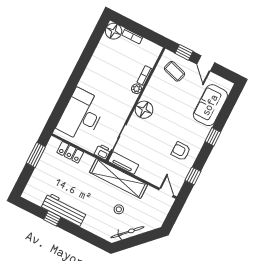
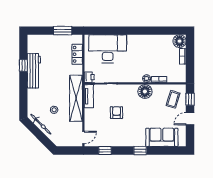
floor lamp: (144, 110) -> (145, 91), moved
armchair: (181, 151) -> (116, 113), moved

